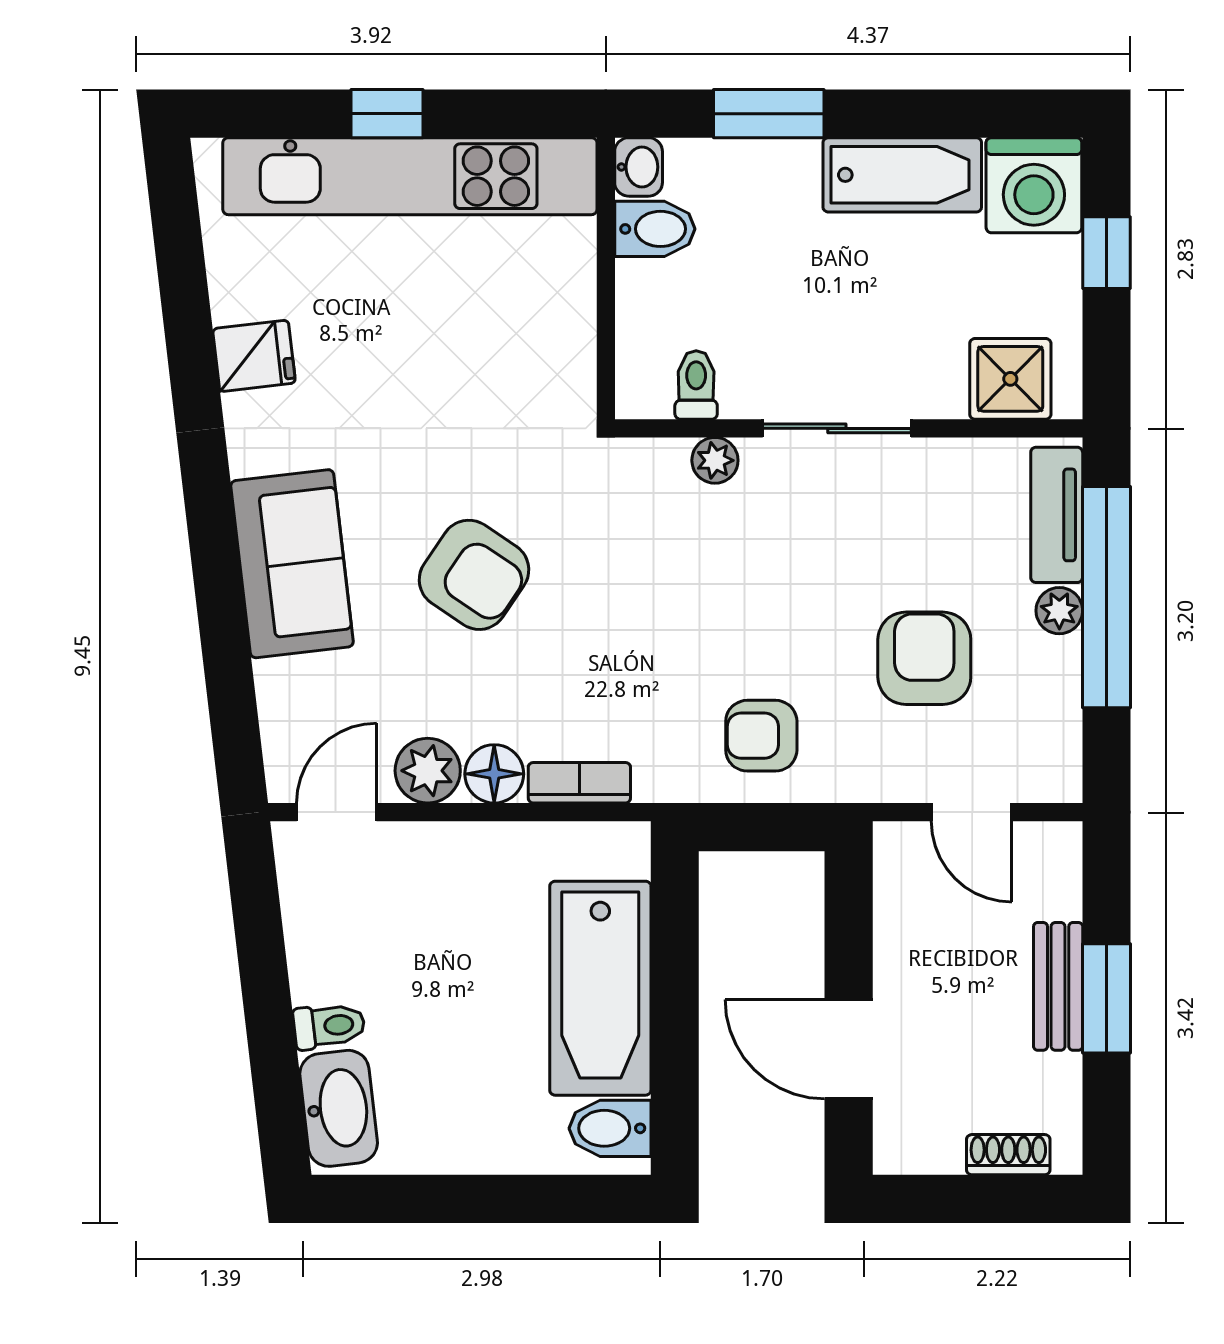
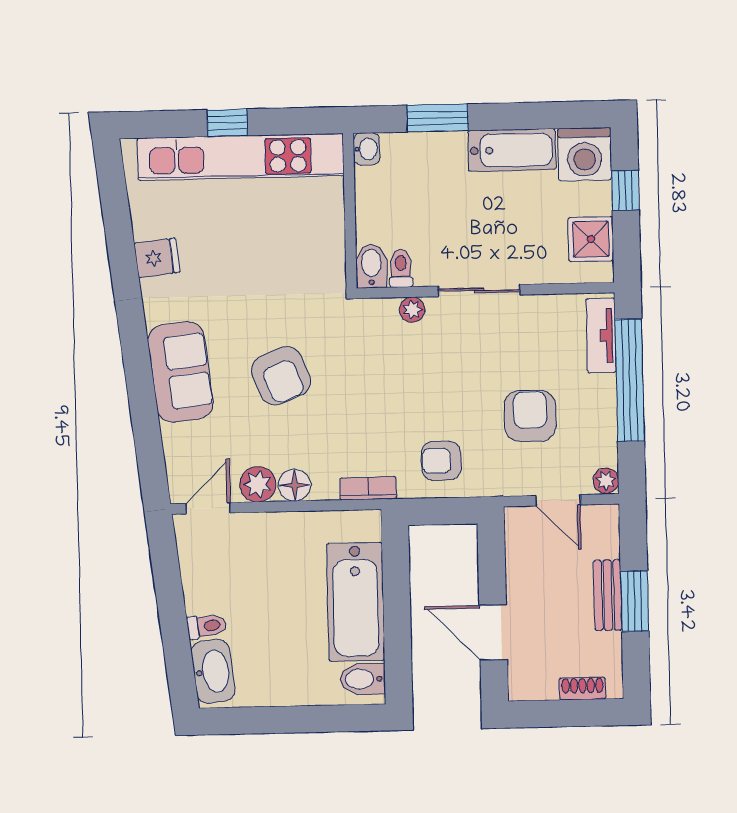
bidet: (655, 229) -> (371, 266), moved, turned -90
shower: (1010, 379) -> (591, 239), moved
armchair: (474, 575) -> (281, 376), turned 34
plant: (1059, 611) -> (606, 481), moved
bookcase: (579, 783) -> (368, 488), moved

